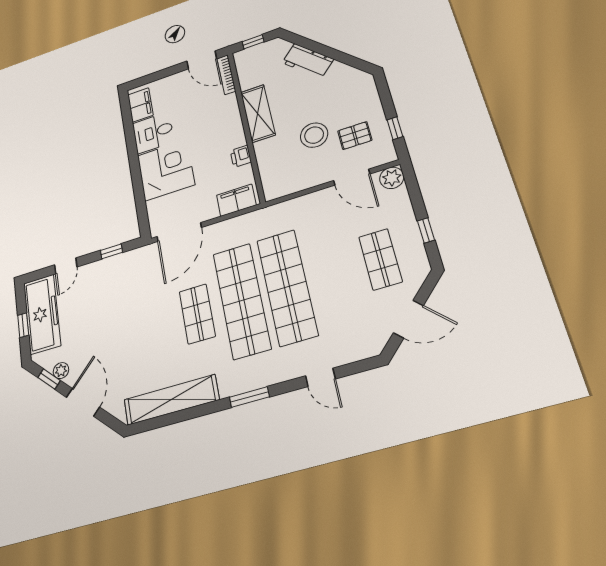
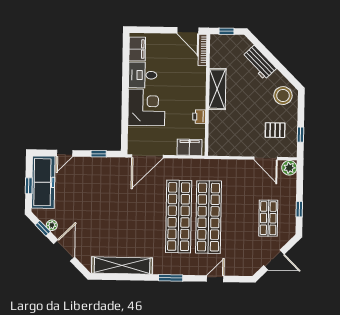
stool: (314, 135) -> (283, 96), moved
shop shelf: (197, 314) -> (149, 216), removed
door: (320, 377) -> (215, 279), swing flipped

